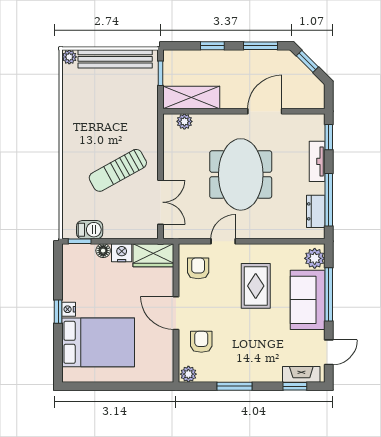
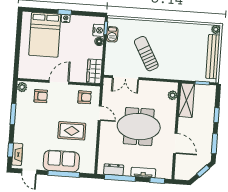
nightstand: (122, 253) -> (99, 30), moved
plant: (315, 258) -> (86, 167), removed

